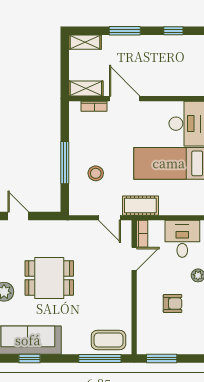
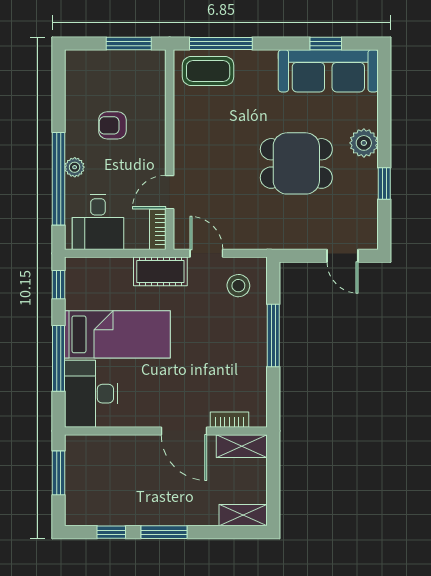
window: (125, 31) -> (164, 532), moved
stool: (96, 173) -> (238, 286), moved

